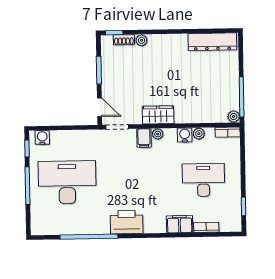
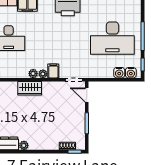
plant: (142, 40) -> (24, 145), moved
wardrobe: (158, 115) -> (30, 88), moved
plant: (199, 134) -> (33, 74), moved
water cooler: (185, 135) -> (119, 73), moved

